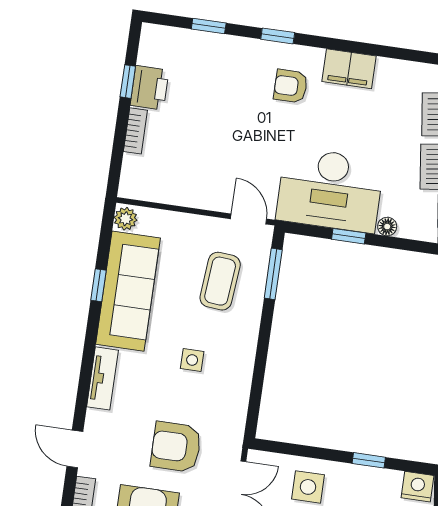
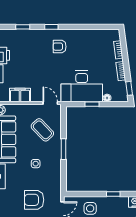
filing cabinet: (349, 69) -> (20, 95), moved, turned 180
window: (273, 274) -> (64, 149), moved
coffee table: (220, 281) -> (42, 130), turned -49

